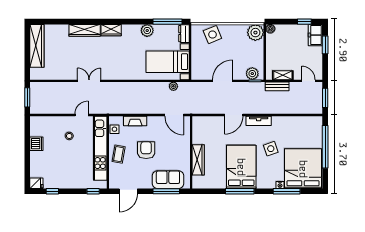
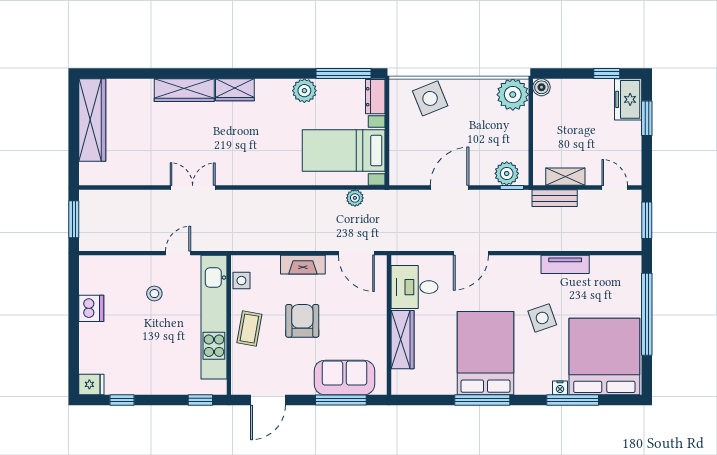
fireplace: (135, 121) -> (303, 265), moved
tv unit: (259, 121) -> (565, 264), moved
desk: (204, 133) -> (414, 287), added

